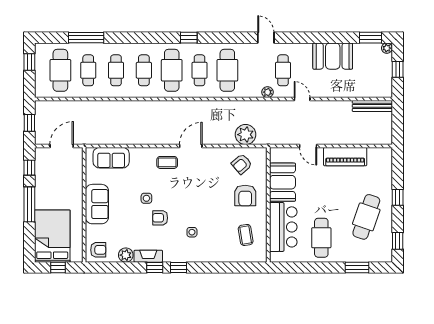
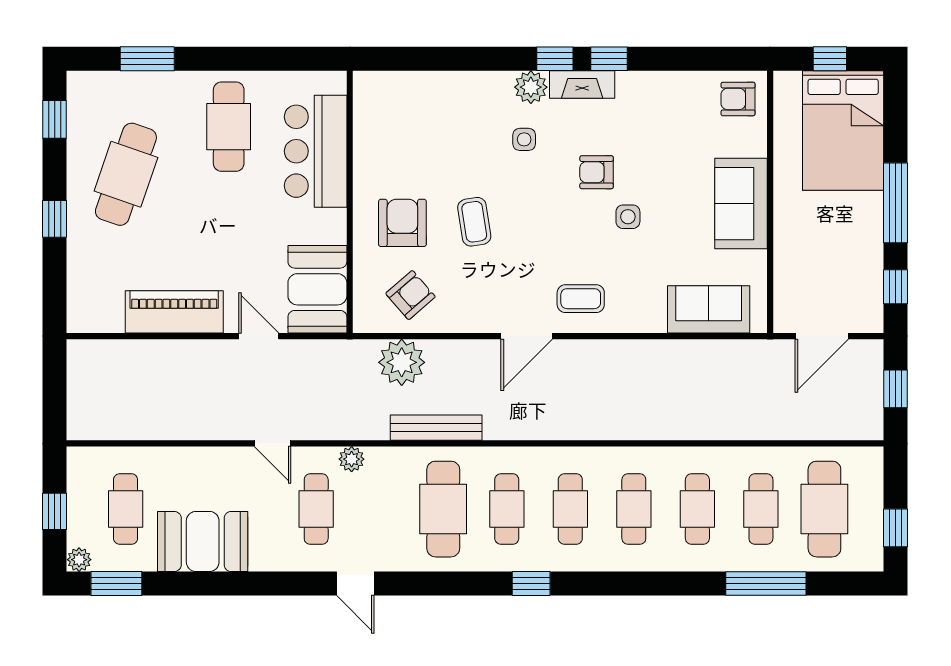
cafe table: (172, 70) -> (570, 509), width x0.73, depth x0.74
cafe table: (366, 70) -> (126, 509), added
bench: (372, 106) -> (436, 428), moved
booth: (282, 182) -> (317, 289), moved
armchair: (160, 218) -> (597, 172), turned 180
coffee table: (246, 235) -> (474, 222), moved
plant: (126, 255) -> (531, 87), moved
fireplace: (148, 256) -> (582, 85), moved

